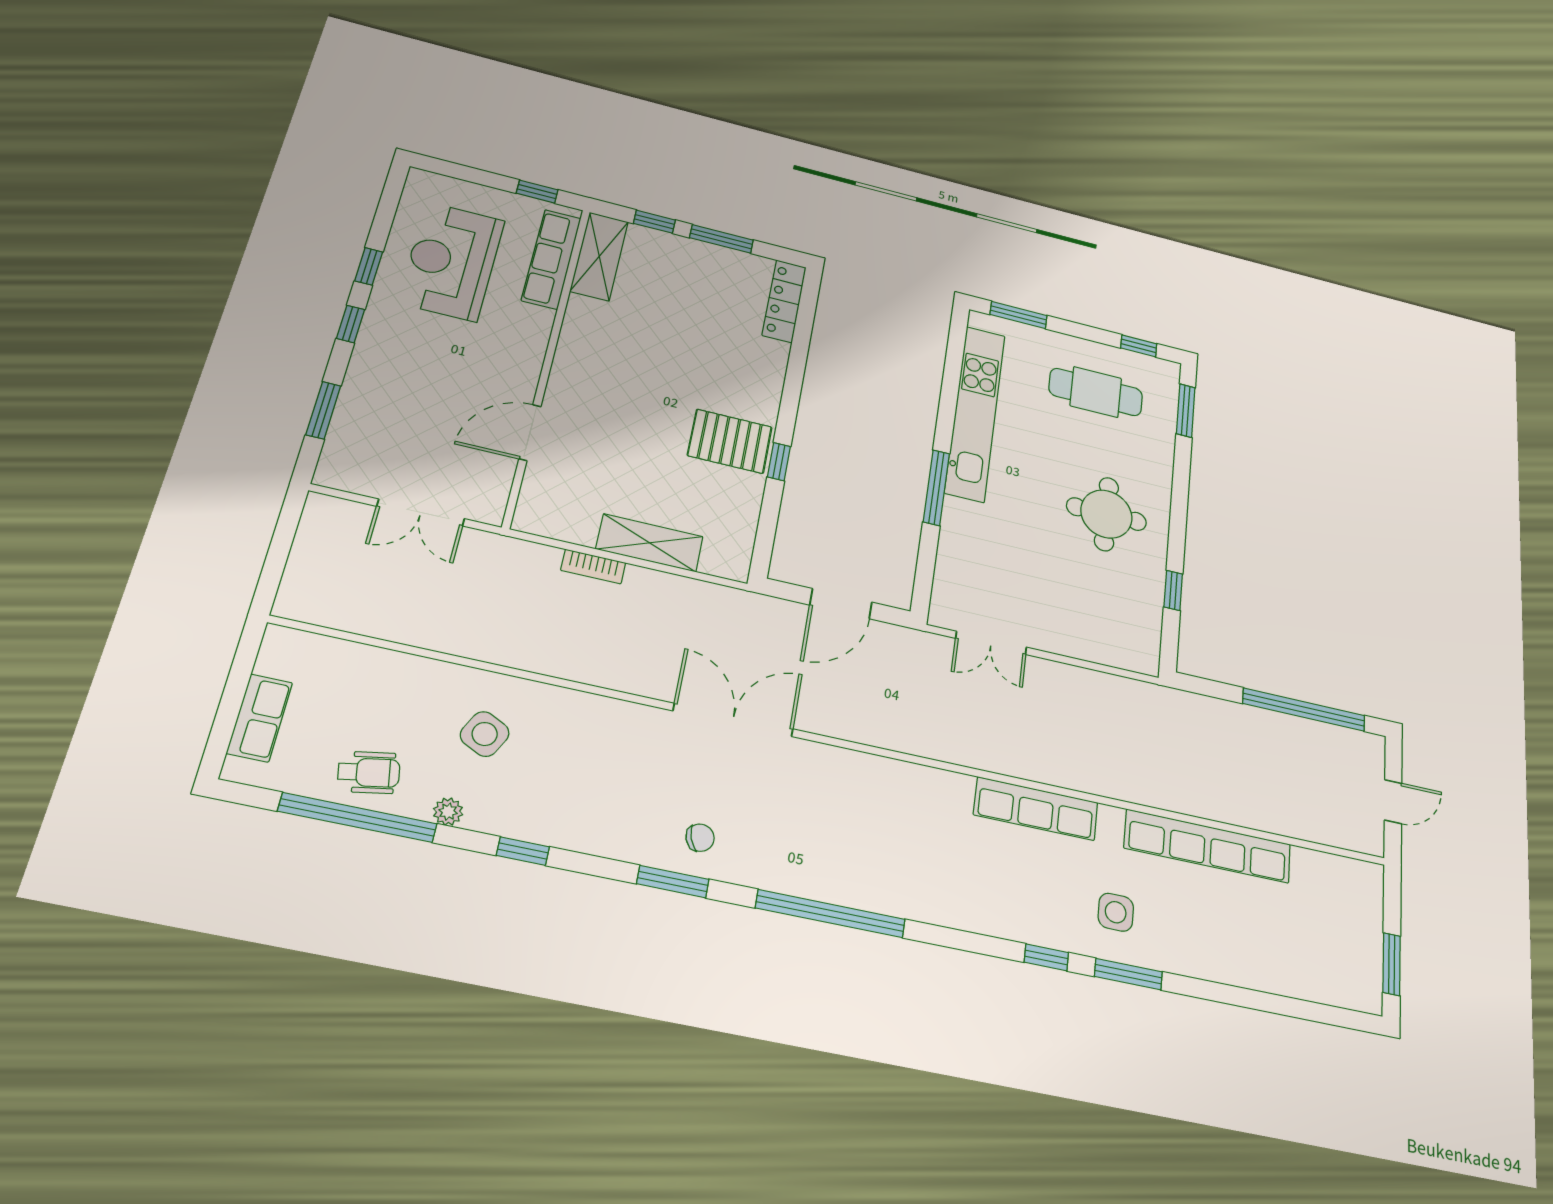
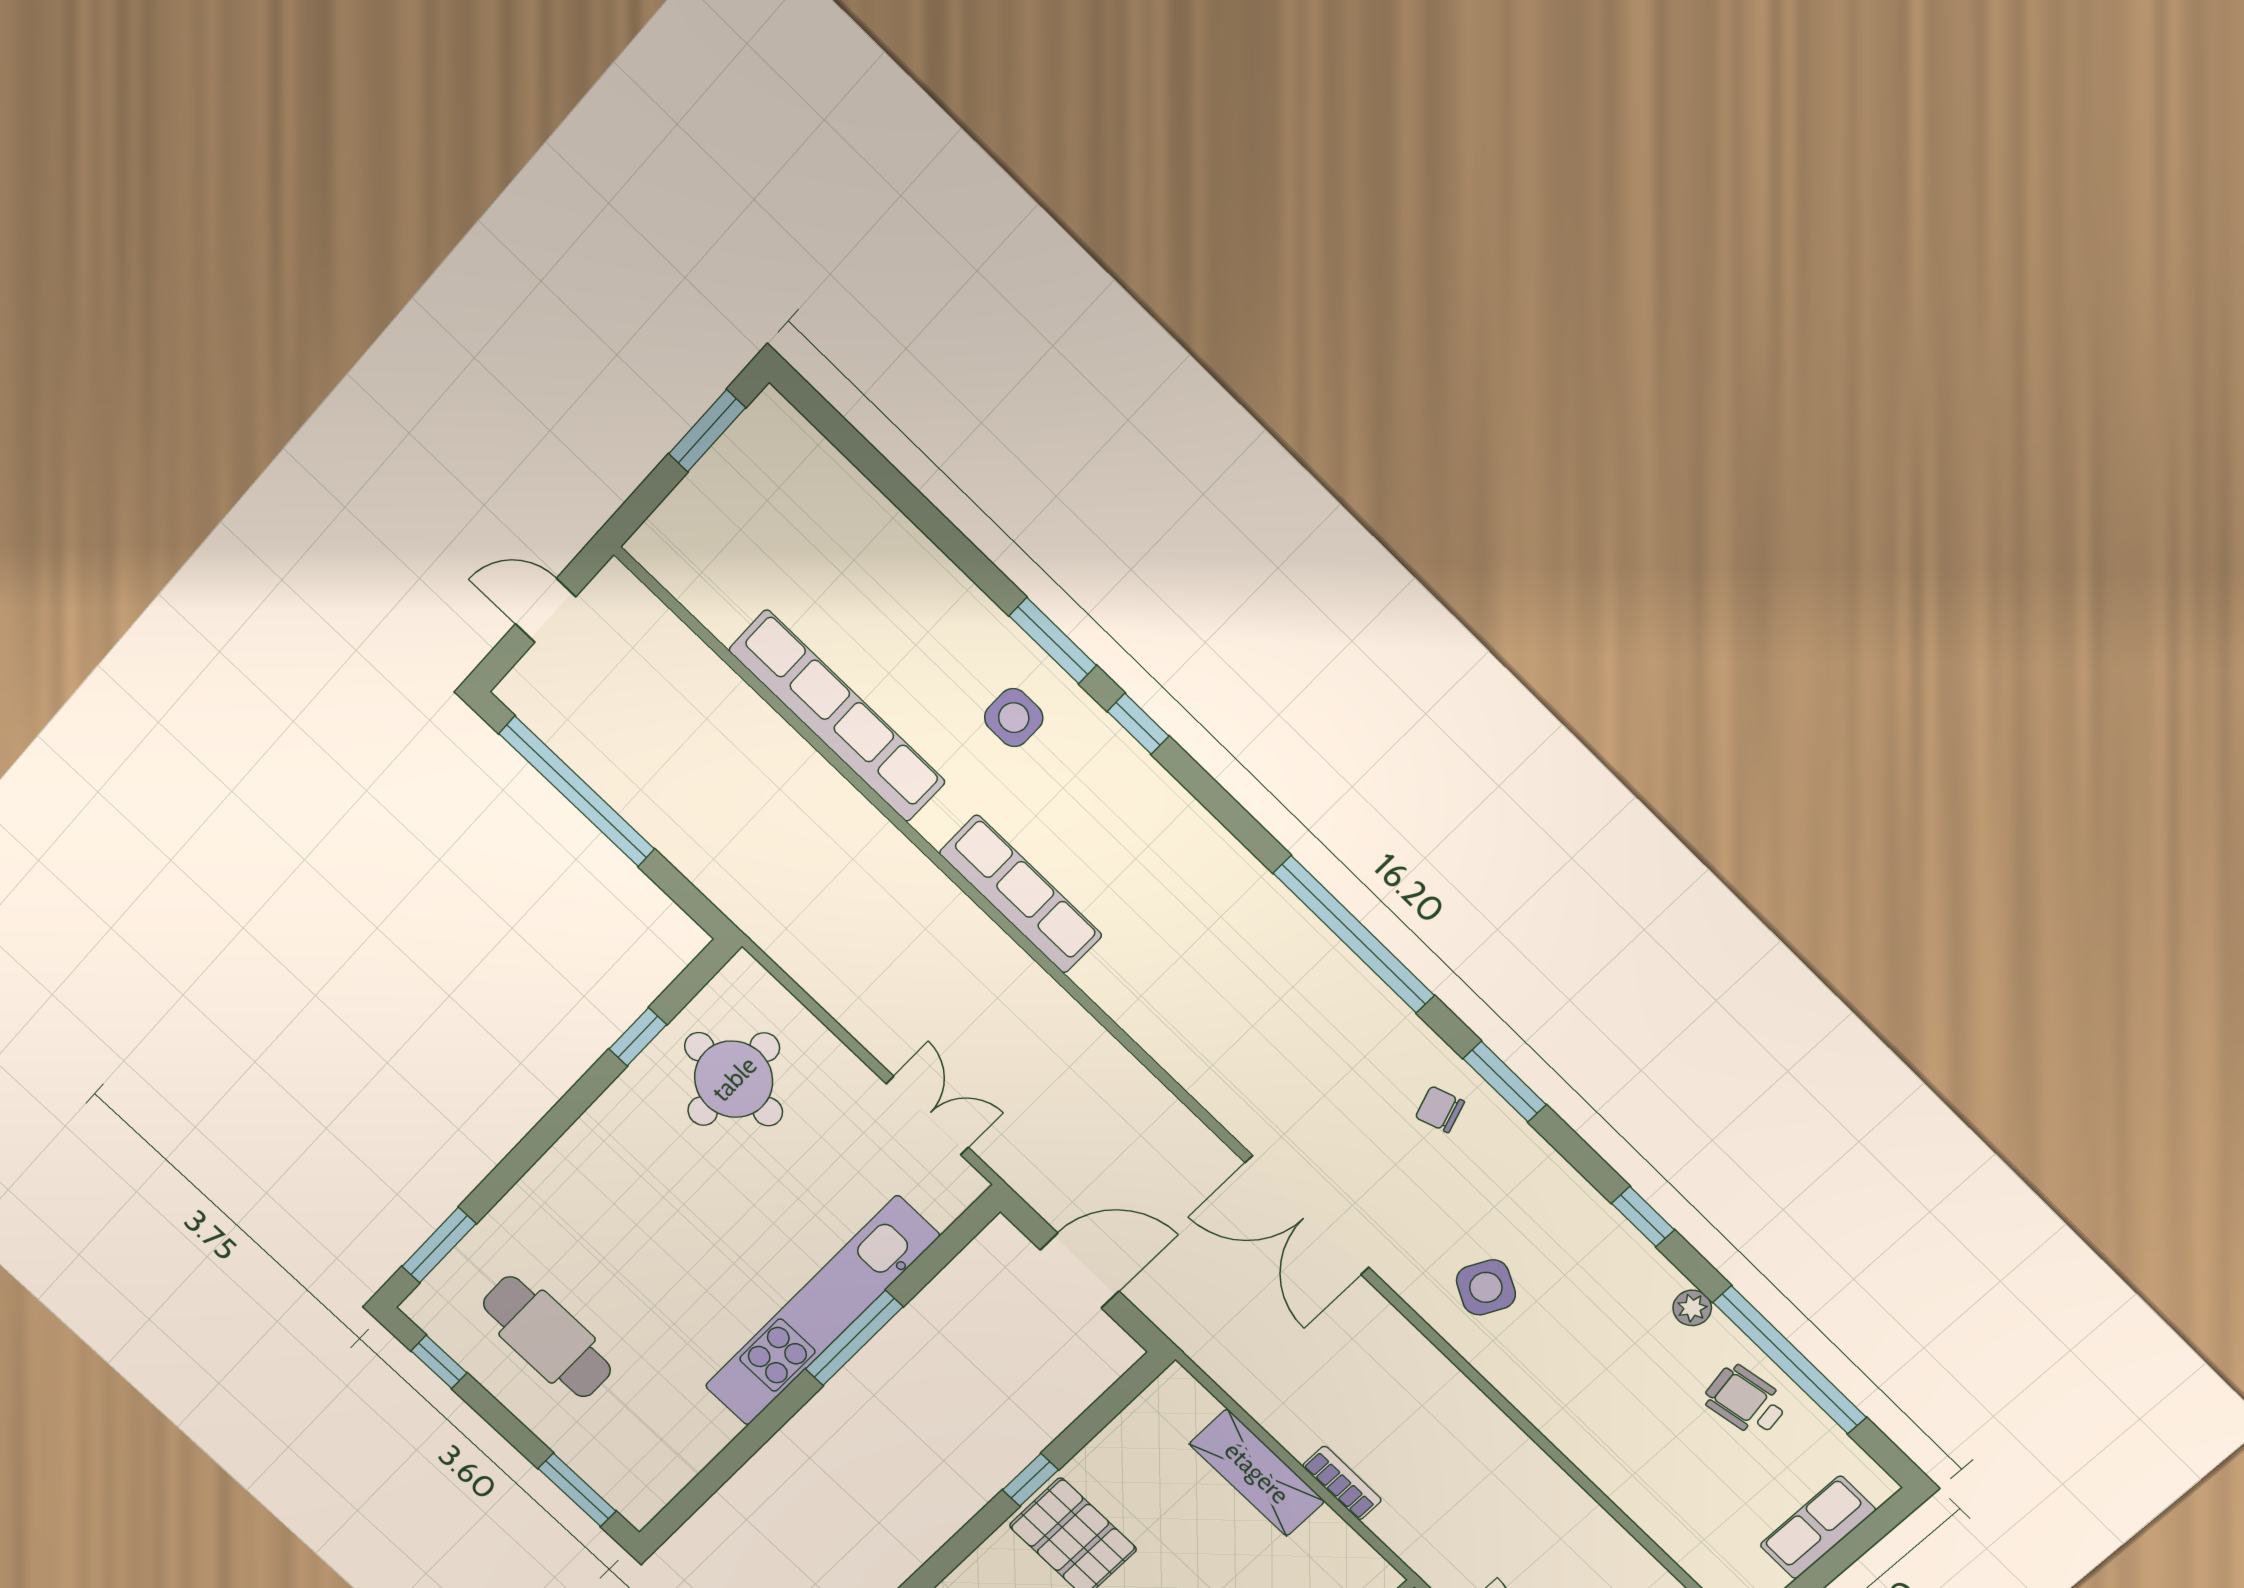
kitchen unit: (975, 413) -> (822, 1311), moved
round table: (1106, 514) -> (734, 1079), moved
side table: (485, 734) -> (1486, 1287), moved

